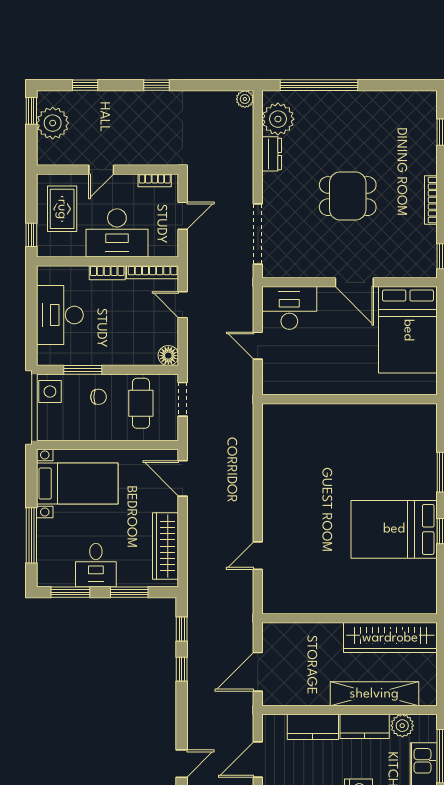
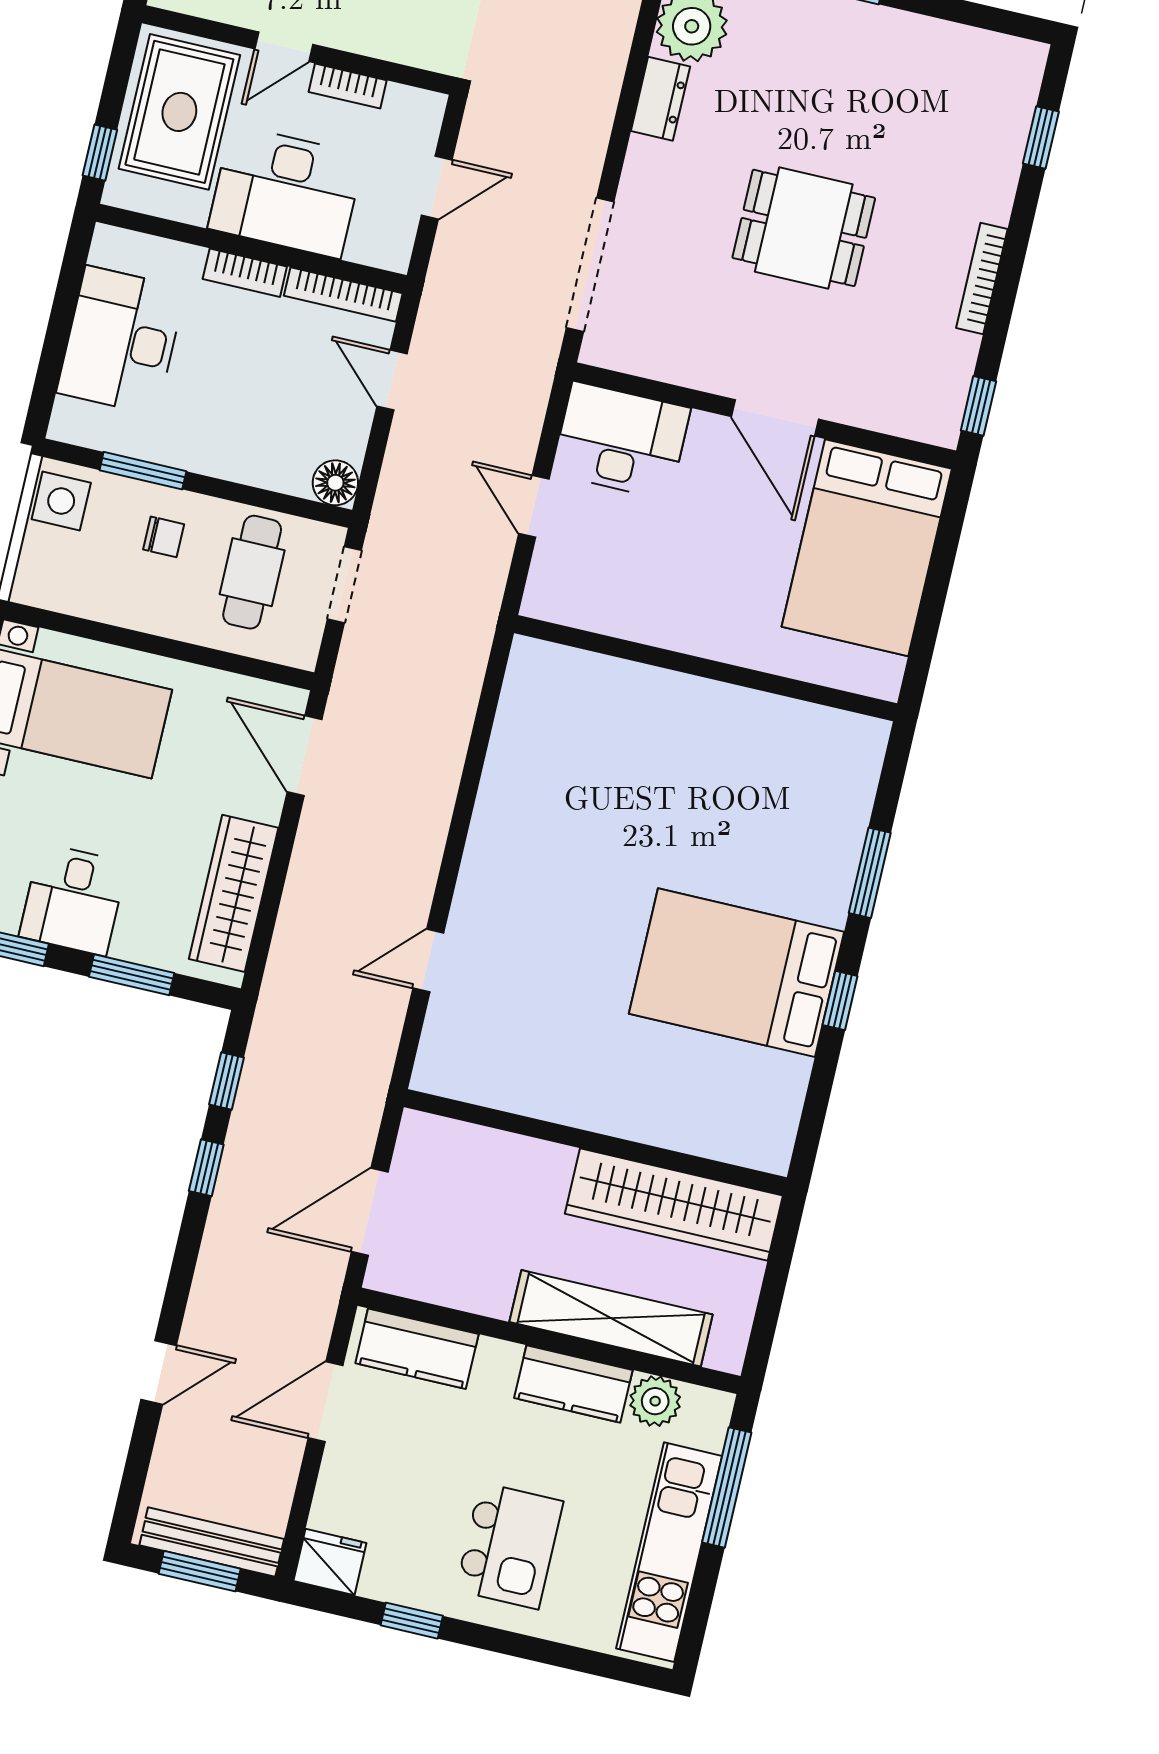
bookcase: (155, 180) -> (348, 86), moved
rug: (62, 209) -> (179, 112), width x1.36, depth x1.43
kitchen counter: (313, 727) -> (417, 1349), moved

